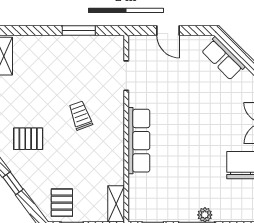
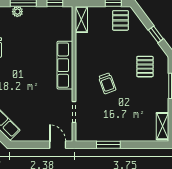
door: (168, 30) -> (58, 145), moved
pallet: (28, 139) -> (145, 67), turned 90

